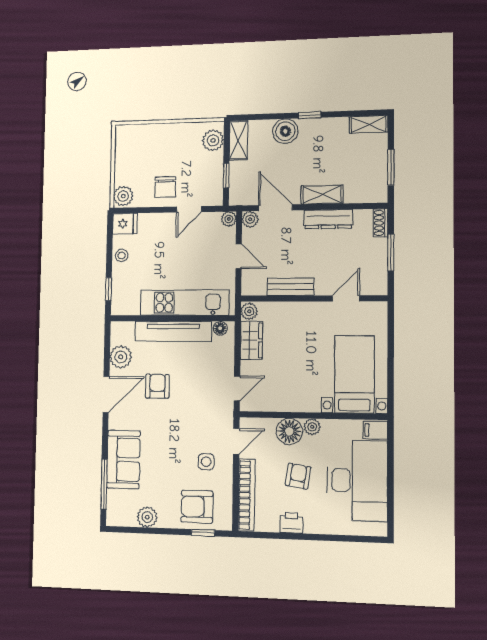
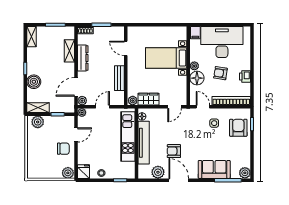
shelving: (322, 195) -> (69, 51), moved
door: (189, 209) -> (76, 135), hinge flipped
bed with nightstands: (354, 374) -> (166, 58), moved
door: (237, 388) -> (174, 107), swing flipped
armchair: (197, 507) -> (238, 128), turned 180
plant: (147, 517) -> (245, 173), moved

